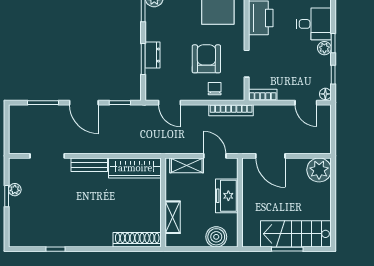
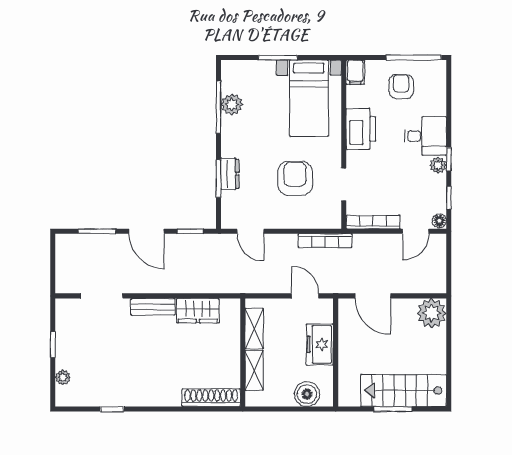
chair: (215, 89) -> (305, 215), removed
bookcase: (263, 95) -> (373, 222), width x1.56
door: (306, 103) -> (416, 231), hinge flipped
shelving: (187, 165) -> (254, 329), moved, turned 90
wardrobe: (135, 168) -> (198, 311), width x0.67
plant: (15, 190) -> (63, 377), moved

